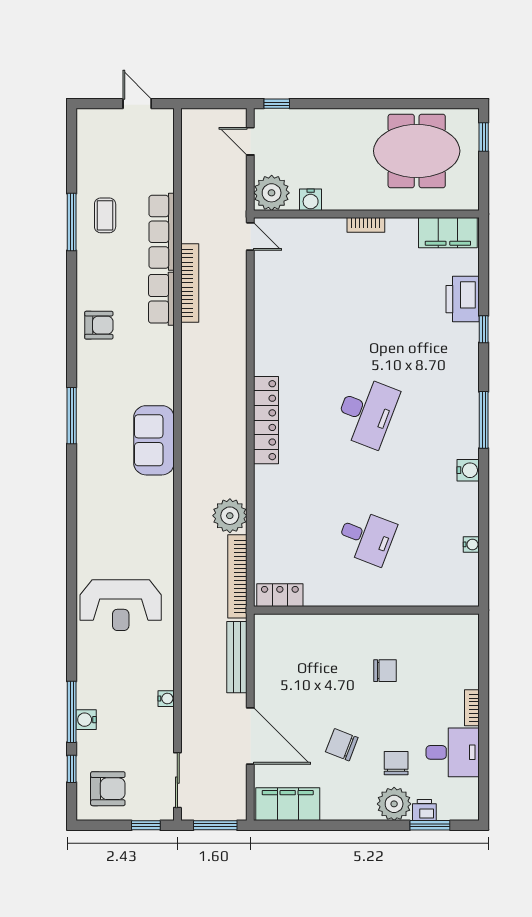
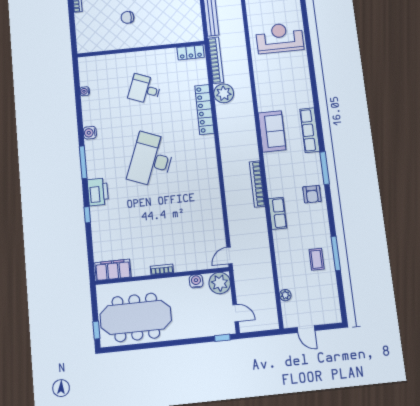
meeting table: (417, 151) -> (136, 317), width x1.36
plant: (165, 162) -> (285, 295), added
row of seats: (162, 232) -> (310, 130), moved, turned 180
door: (250, 236) -> (229, 256), hinge flipped
bookcase: (190, 283) -> (257, 184), moved
printer: (463, 299) -> (98, 192), moved
armchair: (99, 325) -> (312, 194), turned -90
desk: (366, 412) -> (151, 160), width x1.36, depth x1.30
window: (72, 416) -> (325, 168), moved
locker: (266, 420) -> (204, 110), moved

